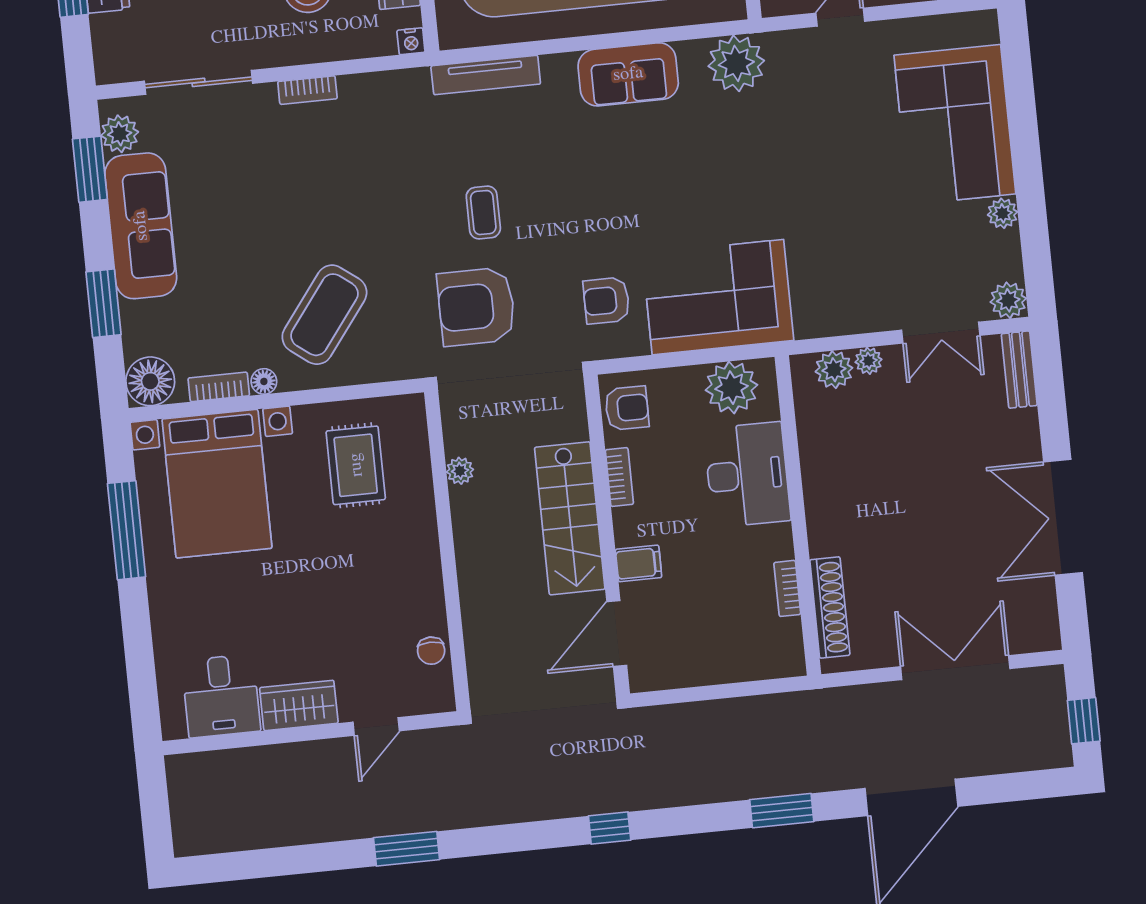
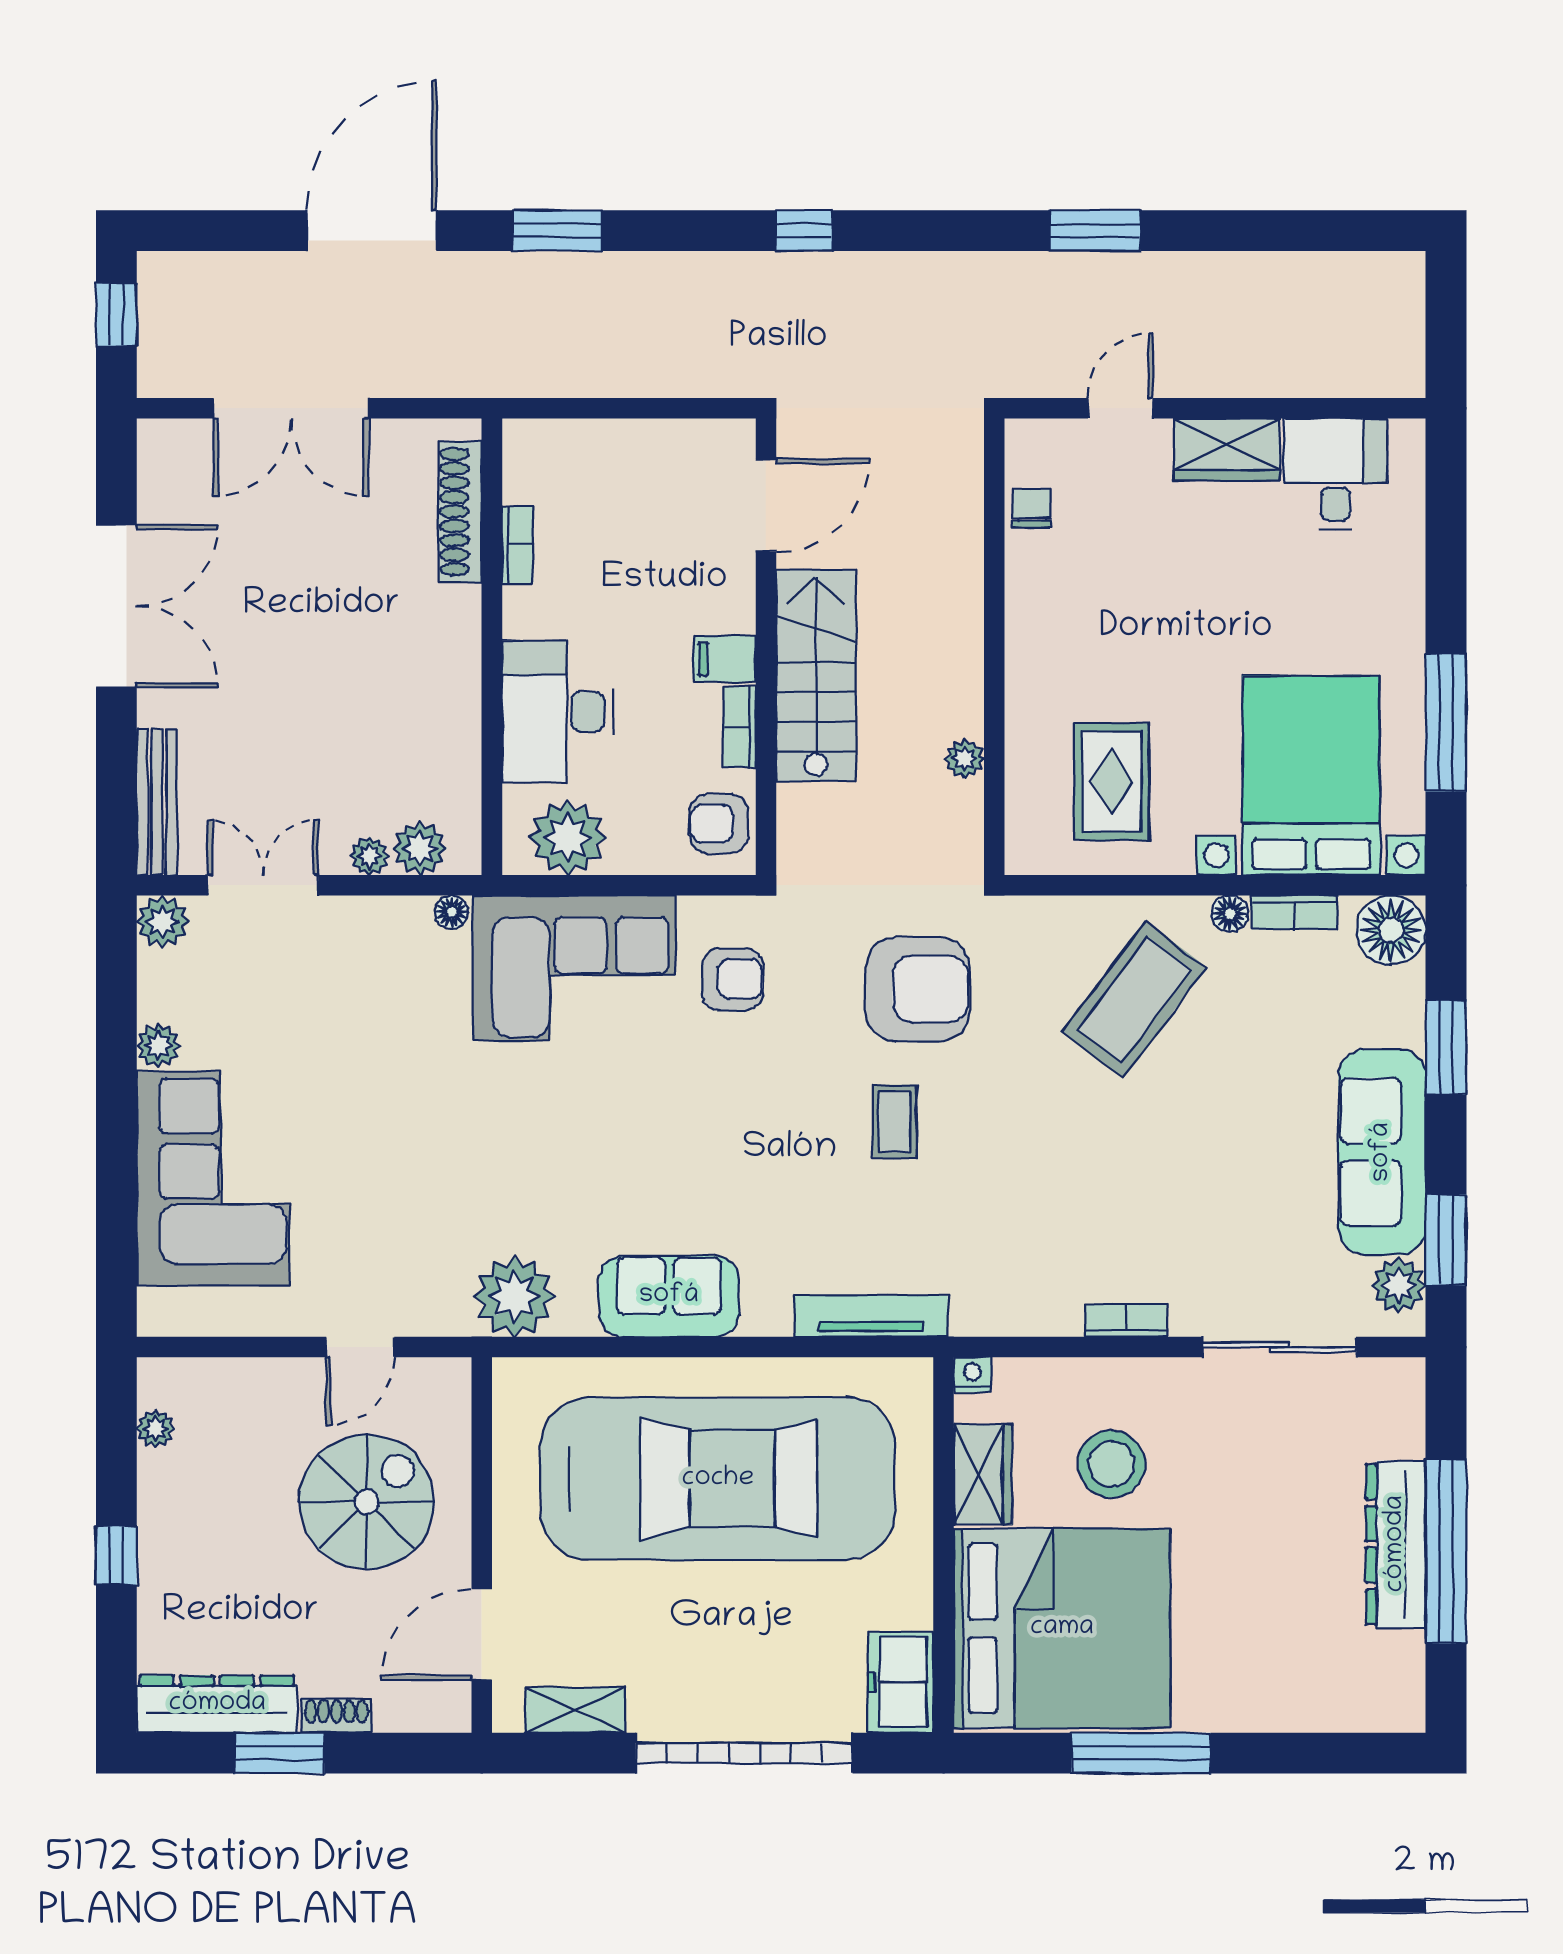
floor lamp: (807, 327) -> (452, 912), added
bench: (1019, 370) -> (157, 802), width x1.36
filing cabinet: (639, 563) -> (725, 659), moved

